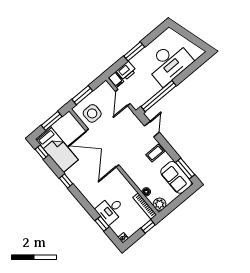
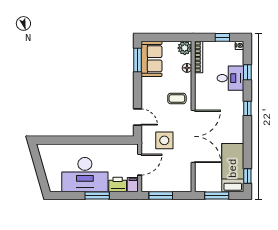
desk: (169, 63) -> (85, 175), moved, turned 180
window: (82, 95) -> (161, 196), moved
window: (159, 96) -> (108, 140), removed
side table: (92, 113) -> (164, 140), moved
door: (152, 129) -> (137, 117), swing flipped
coffee table: (155, 153) -> (177, 98), moved
window: (66, 181) -> (247, 108), moved
window: (148, 226) -> (222, 37), moved

